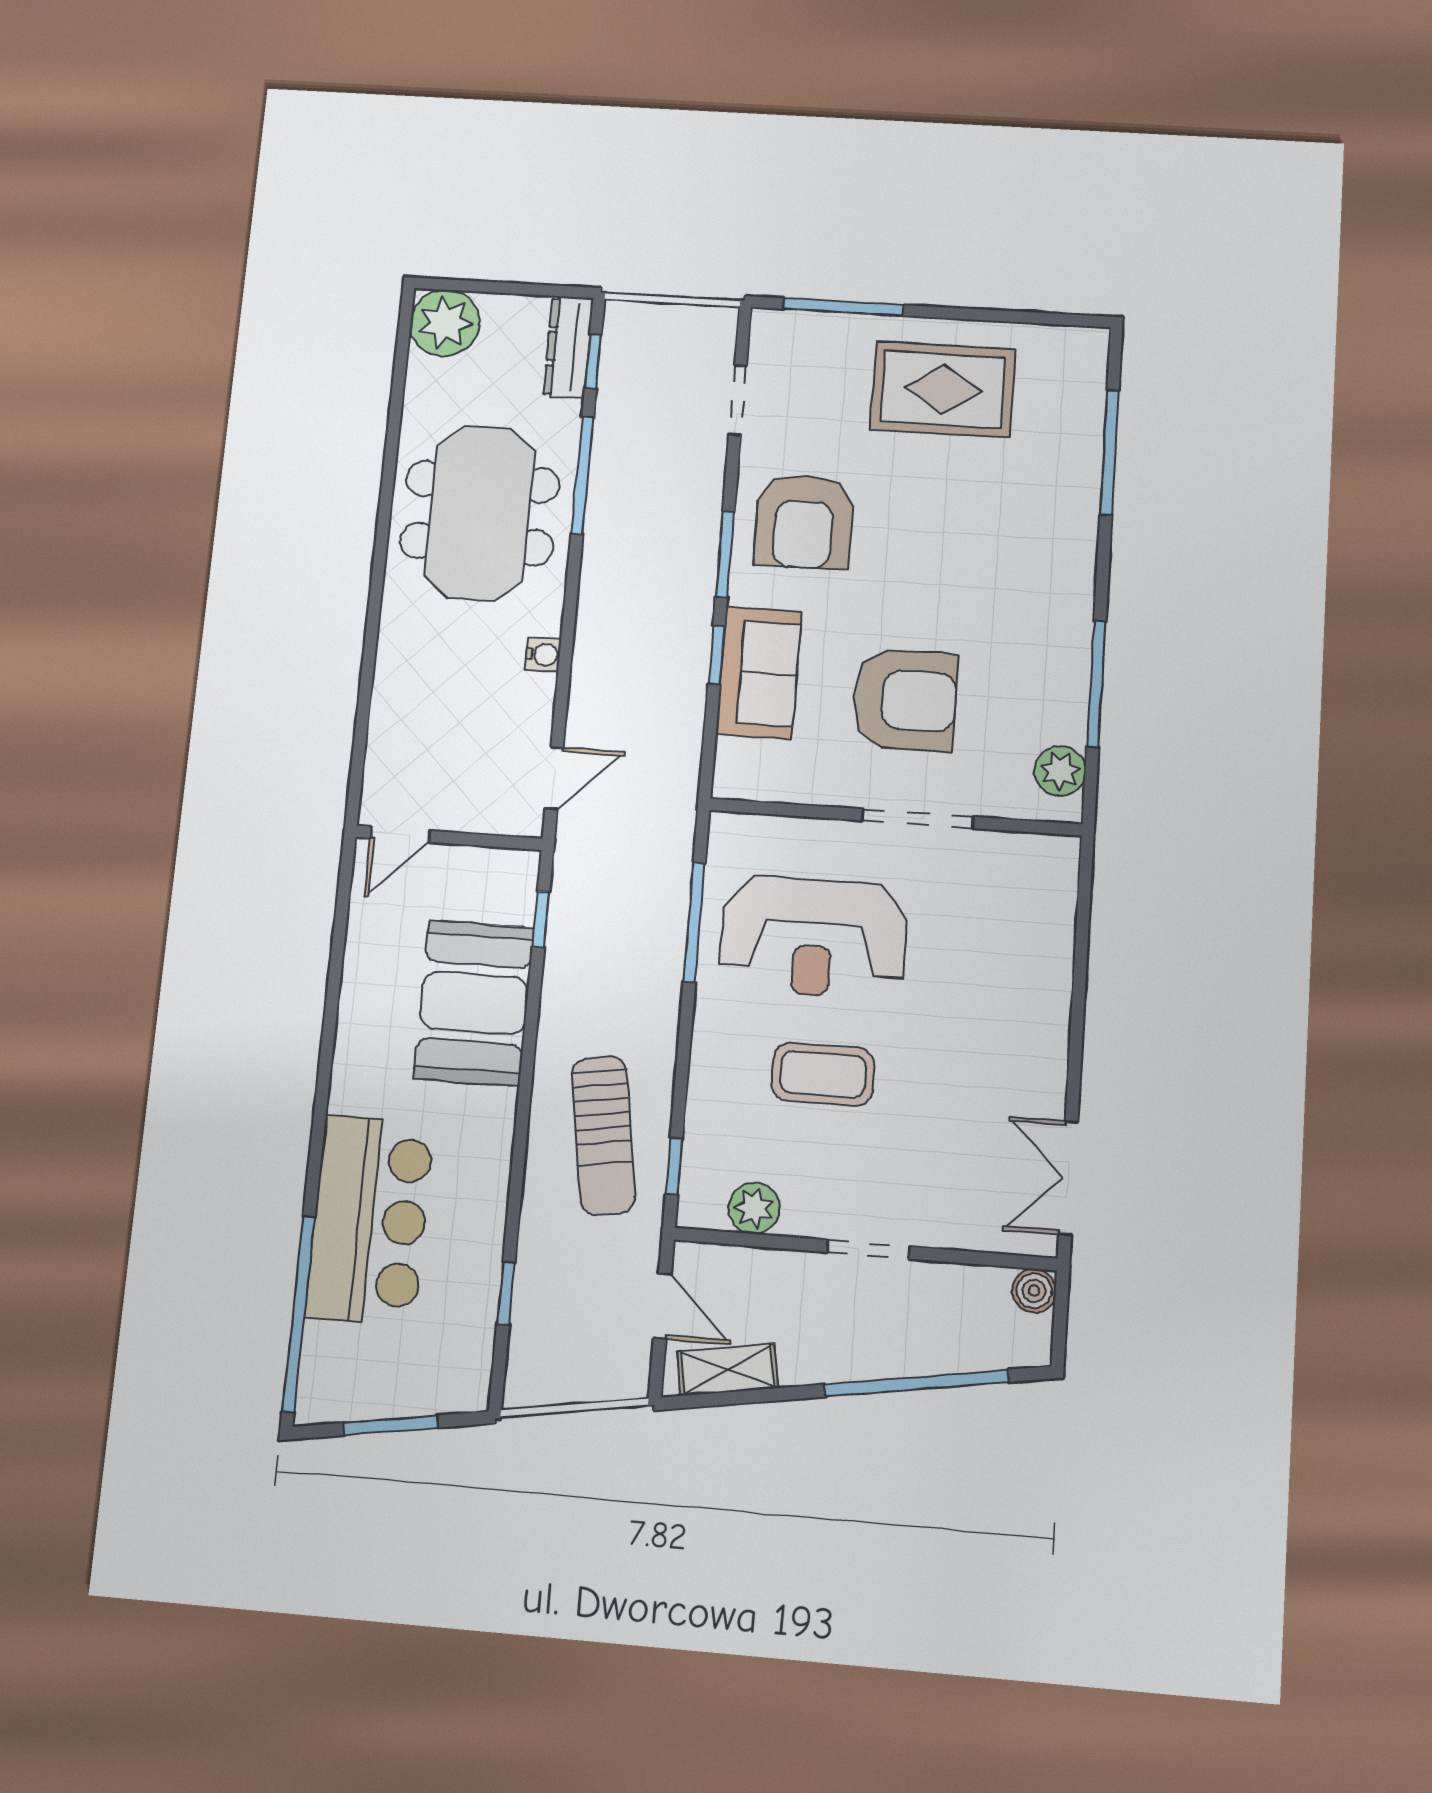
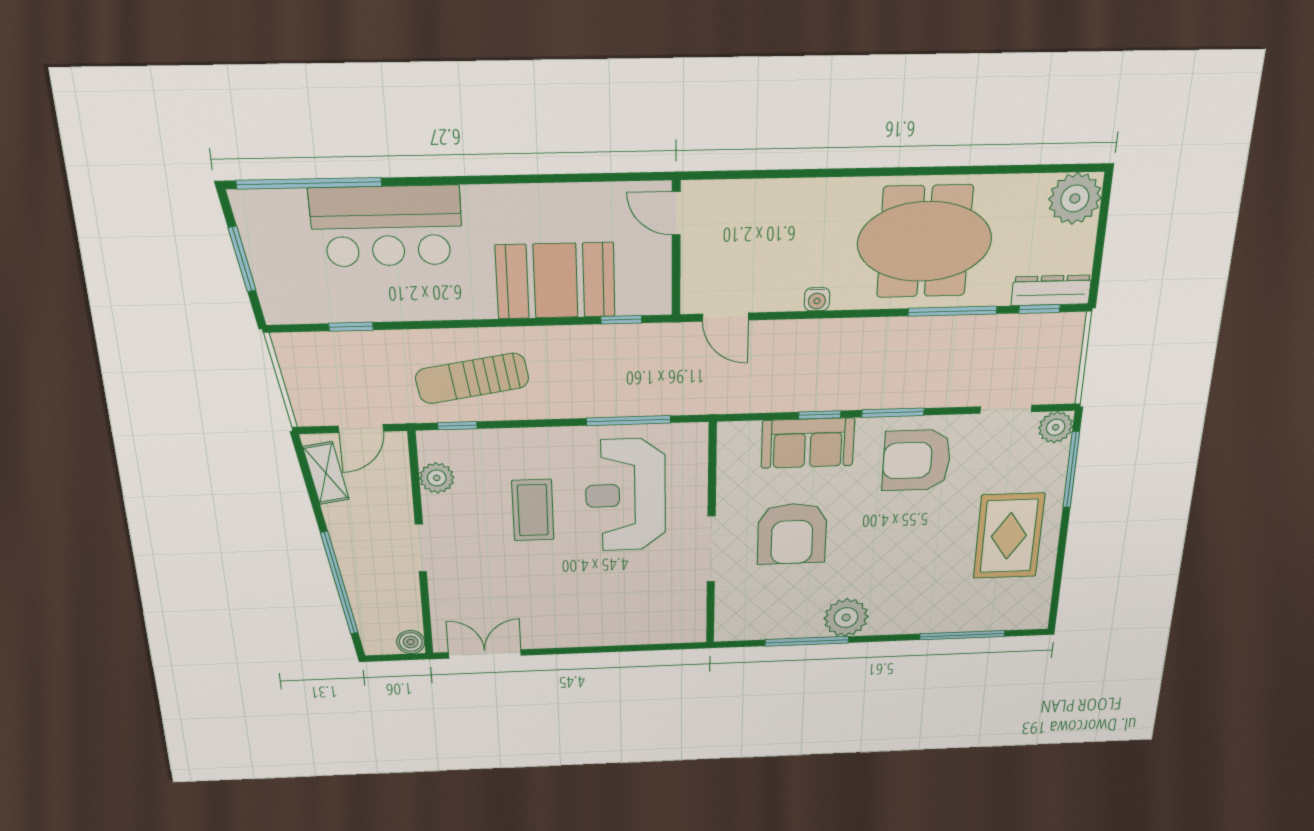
plant: (773, 332) -> (1056, 427), added
plant: (1060, 771) -> (846, 618), moved, width x1.36, depth x1.36

